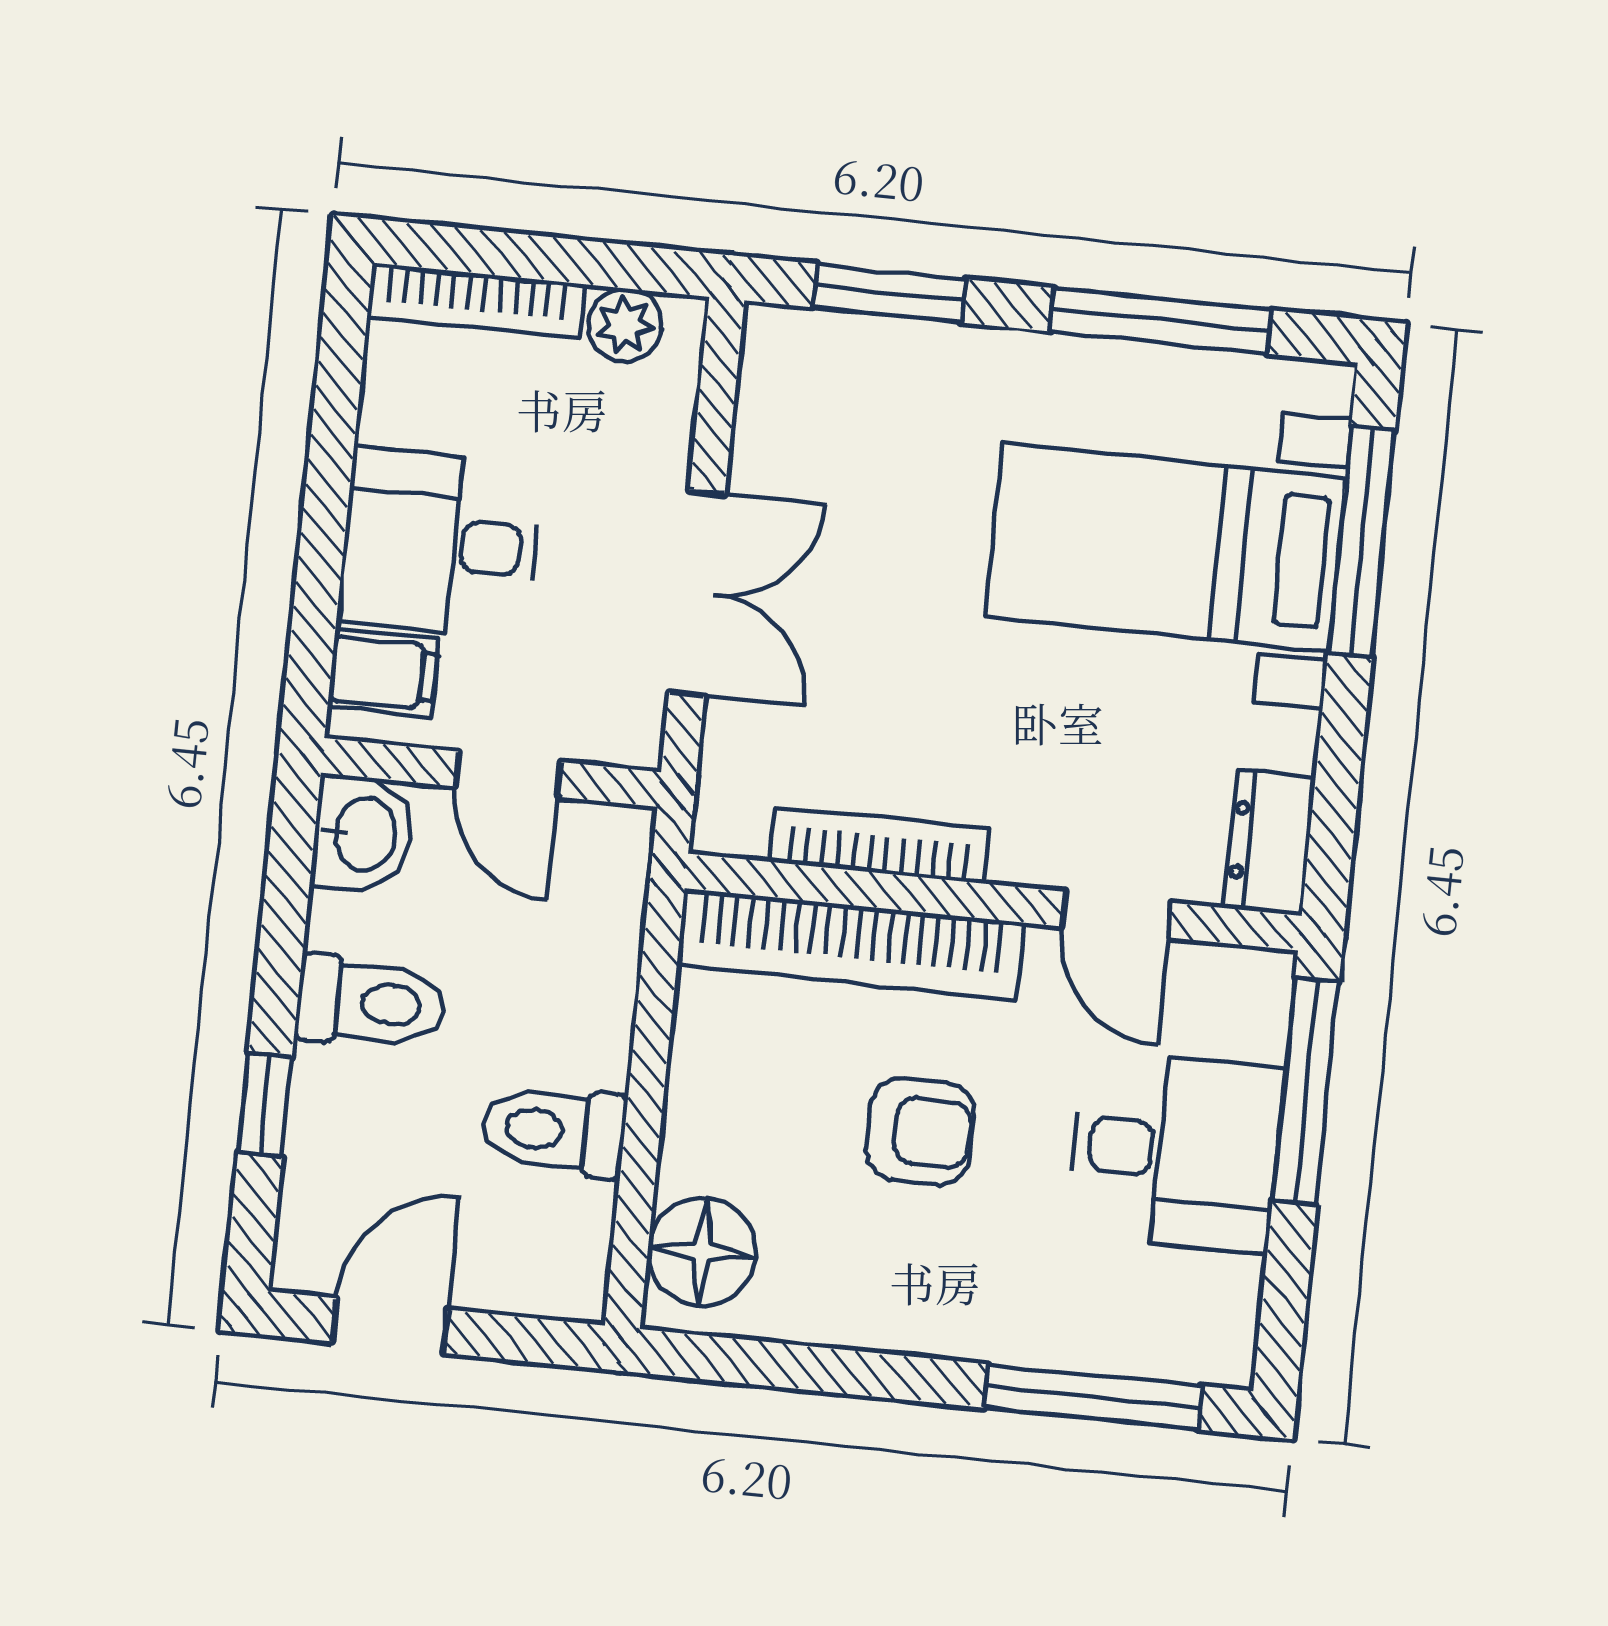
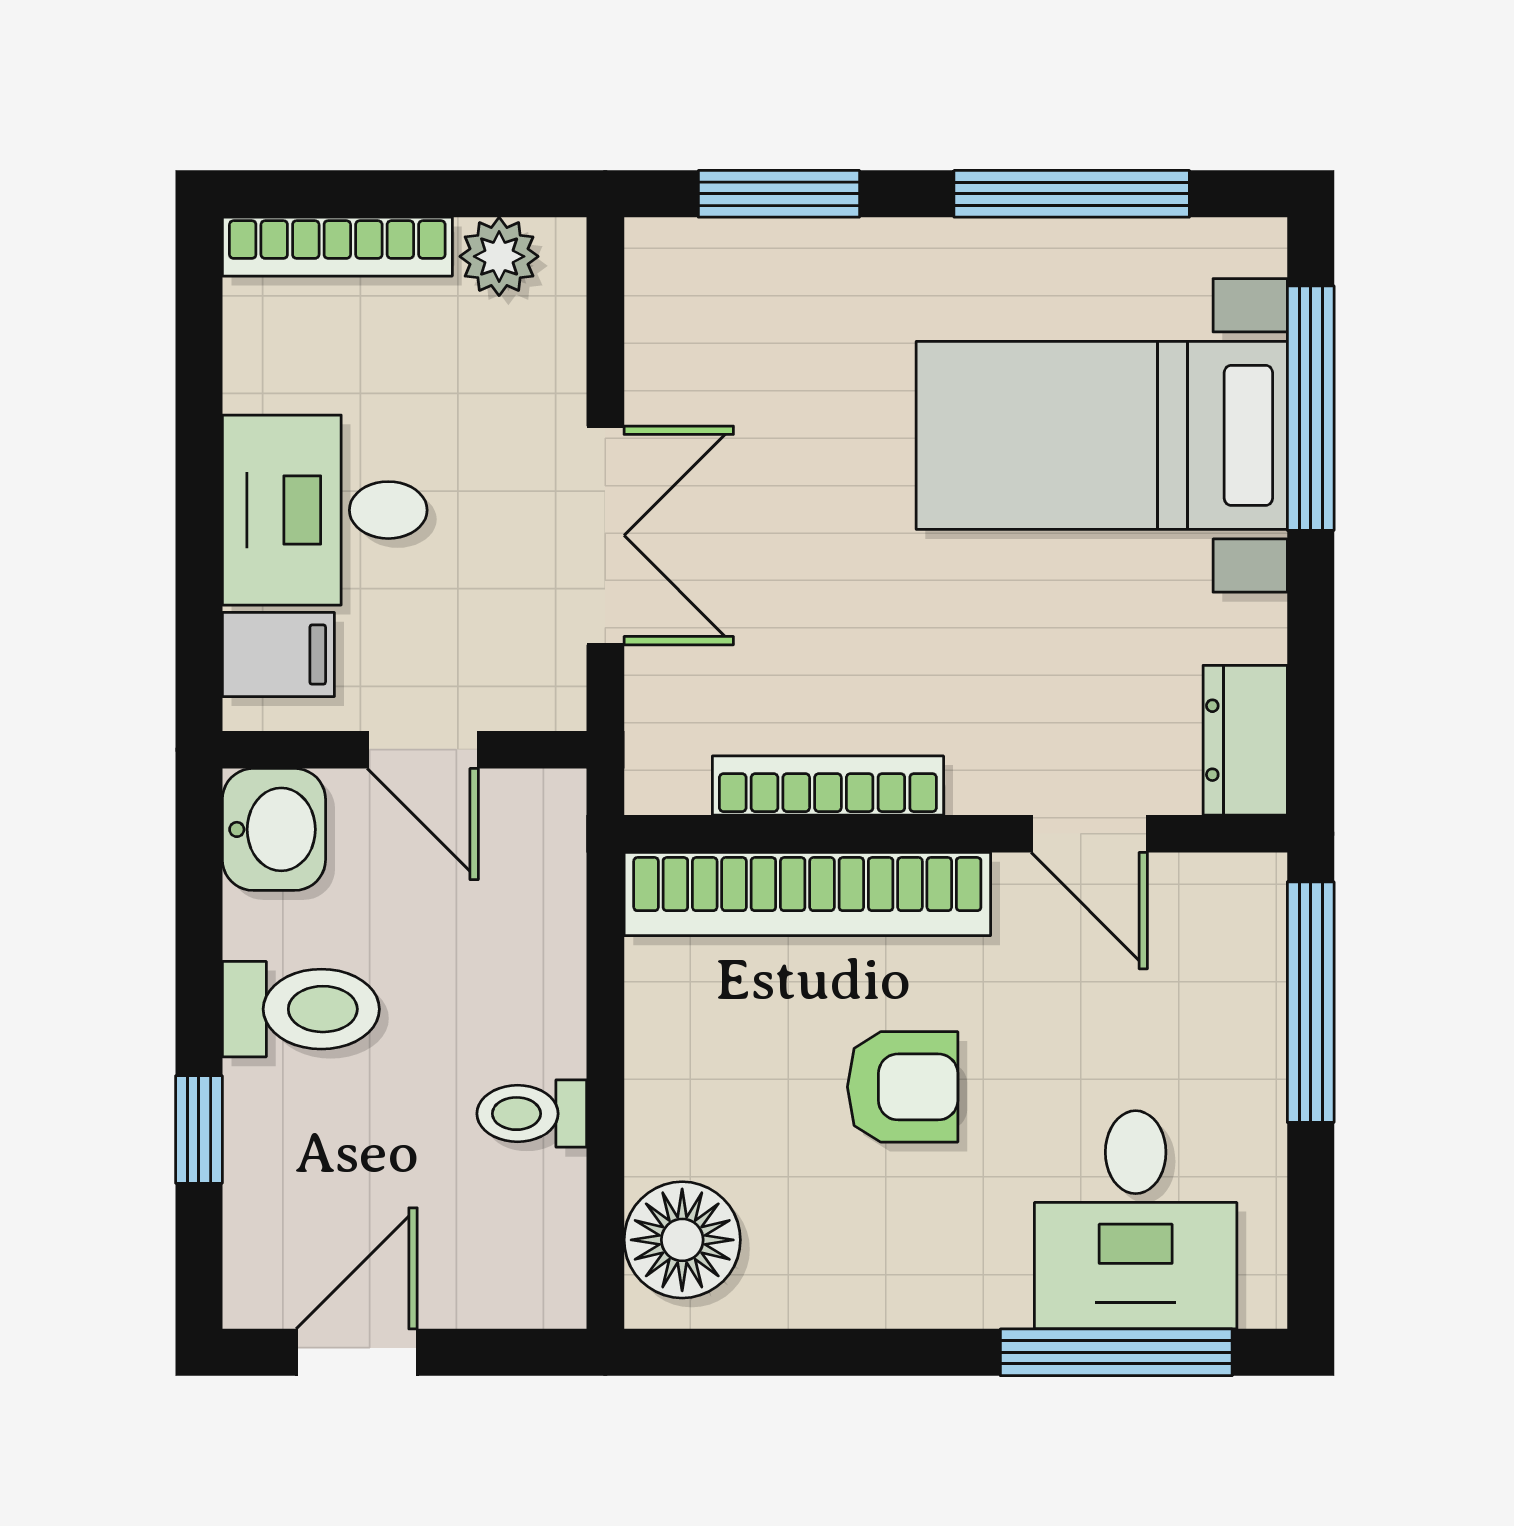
toilet: (554, 1131) -> (532, 1114), width x0.73, depth x0.72
desk: (1176, 1152) -> (1136, 1220), moved, turned 90

